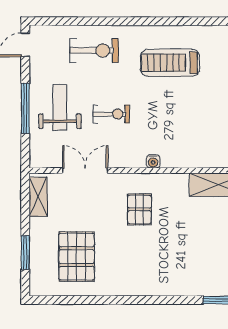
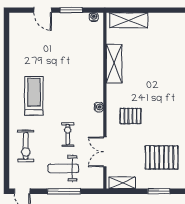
exercise bike: (94, 50) -> (26, 146), turned 180
treadmill: (170, 63) -> (34, 96), turned 180

